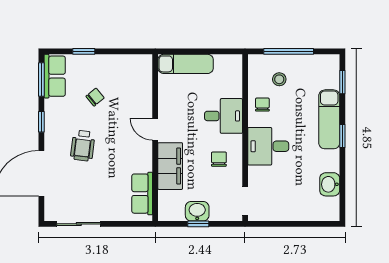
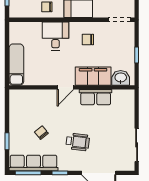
row of seats: (55, 76) -> (33, 163), width x1.48
row of seats: (142, 194) -> (96, 97), moved
washbasin: (197, 211) -> (121, 78), moved, turned 90

